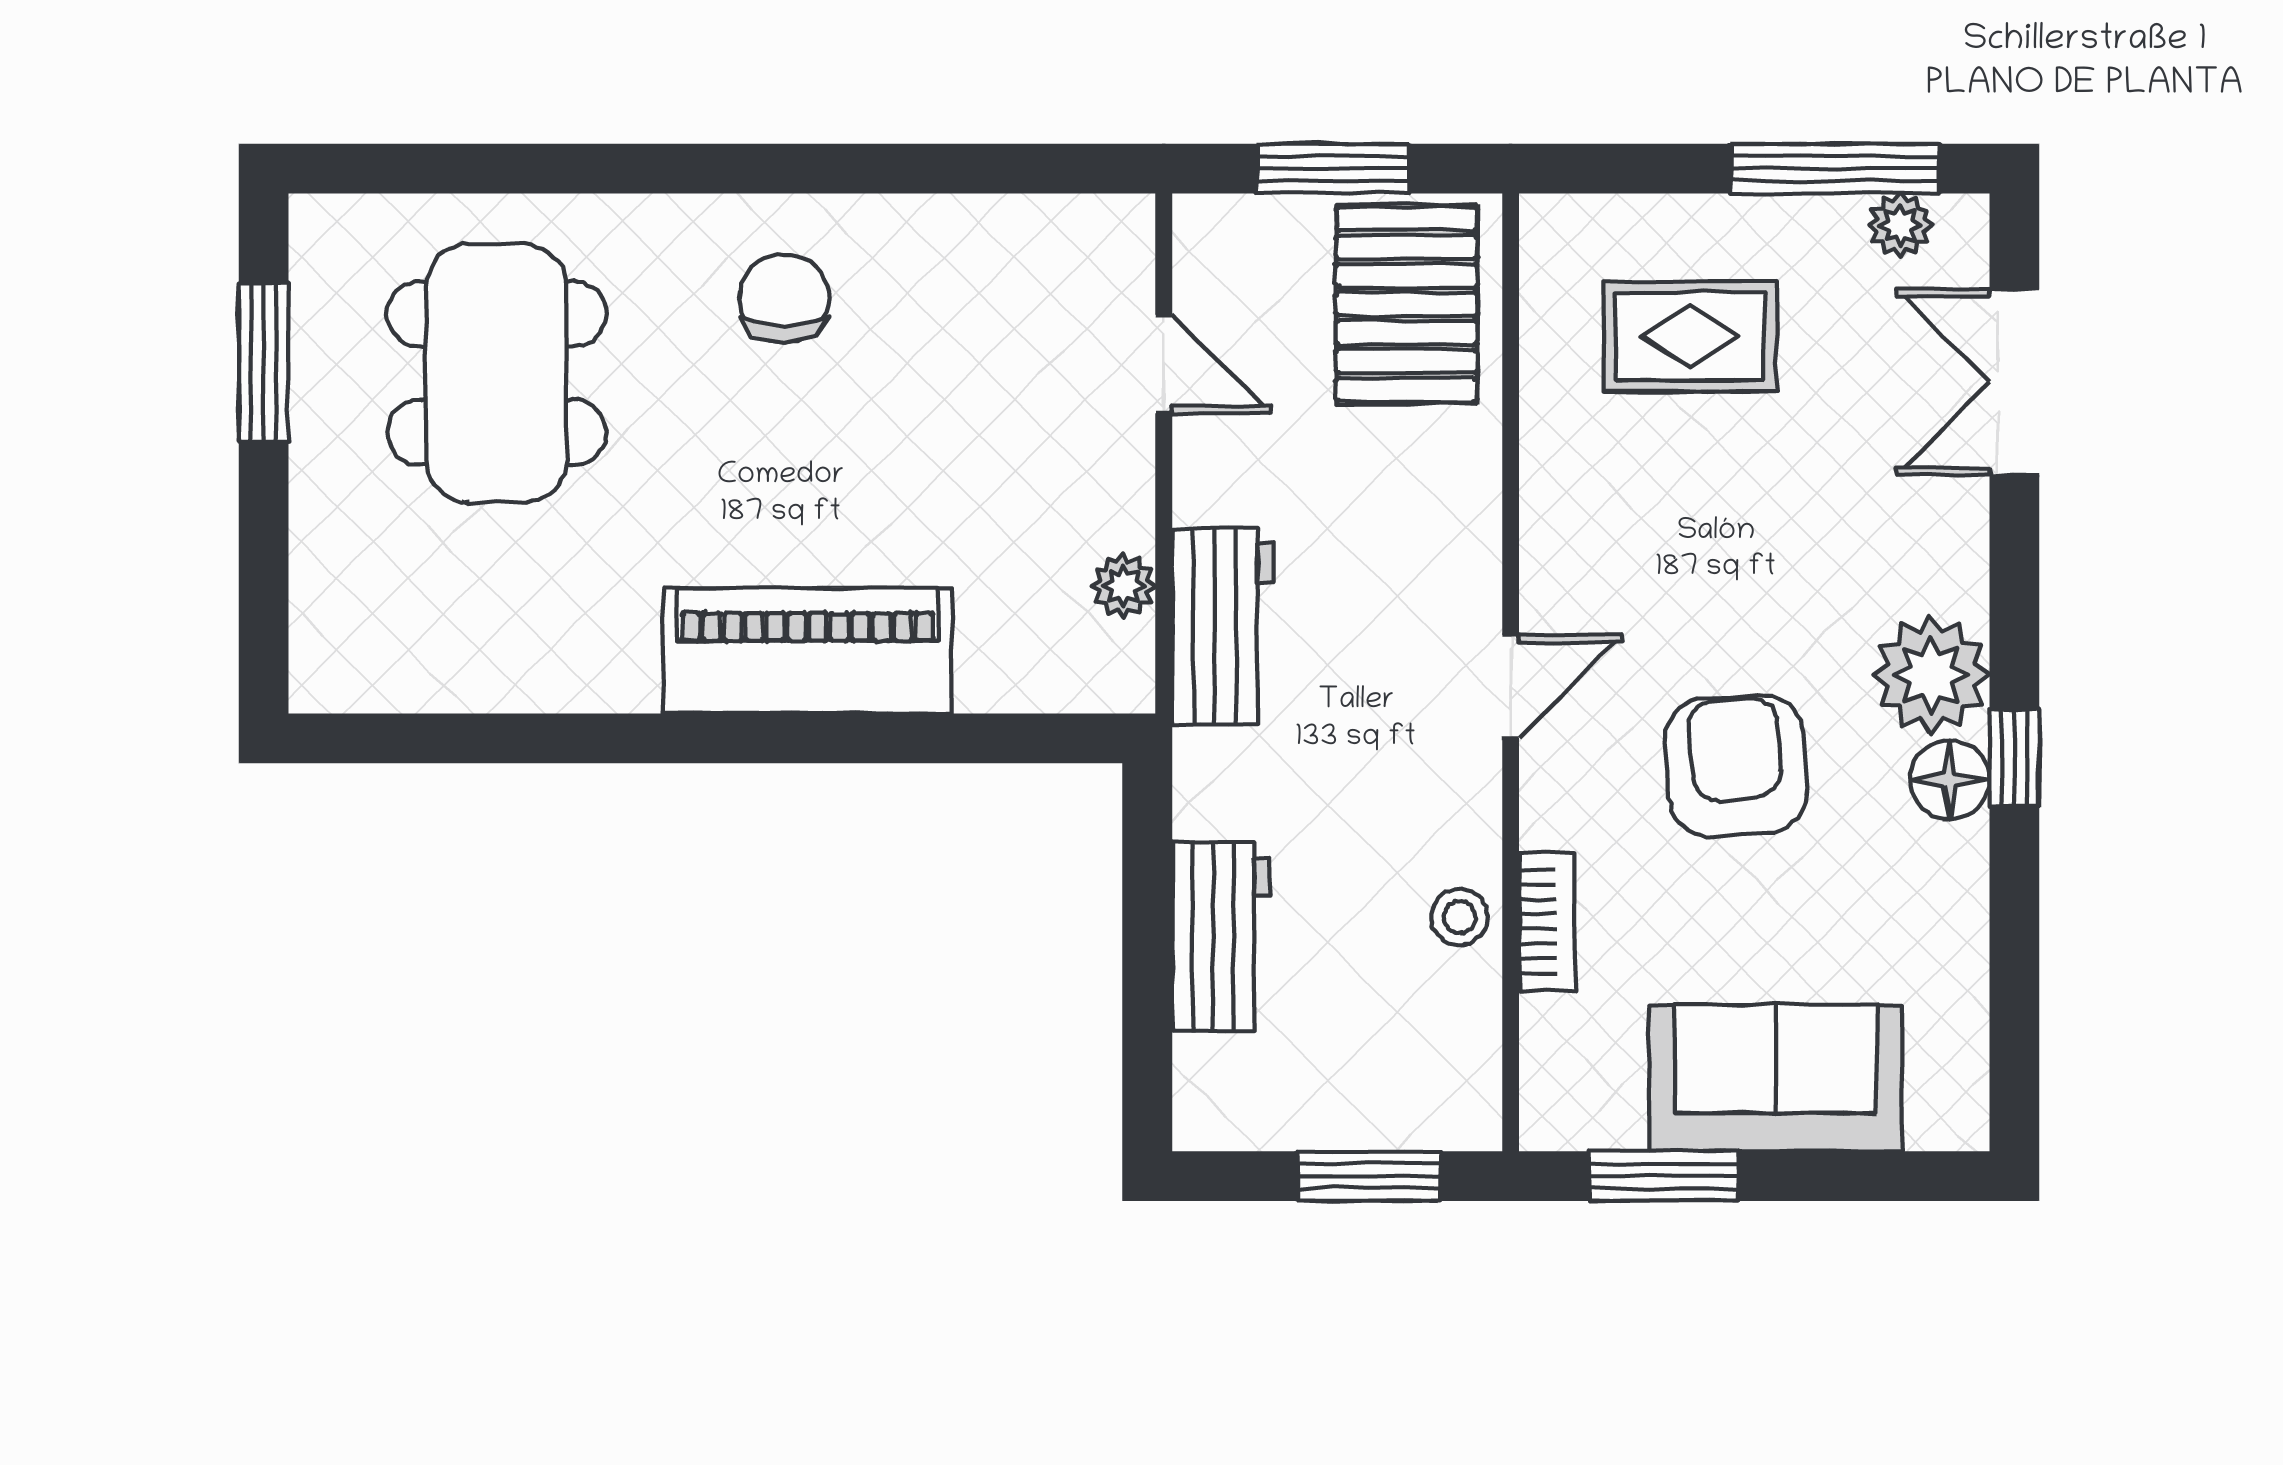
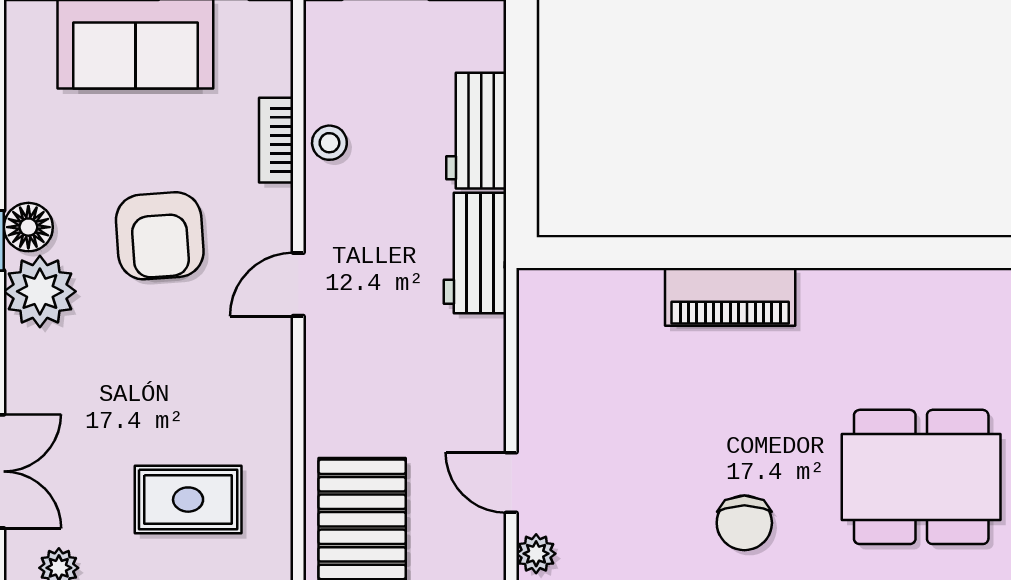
dining table: (497, 373) -> (921, 477), turned 90
plant: (1123, 586) -> (536, 554), moved
workbench: (1223, 626) -> (475, 253), moved
piano: (807, 651) -> (730, 297), width x0.73, depth x0.75

